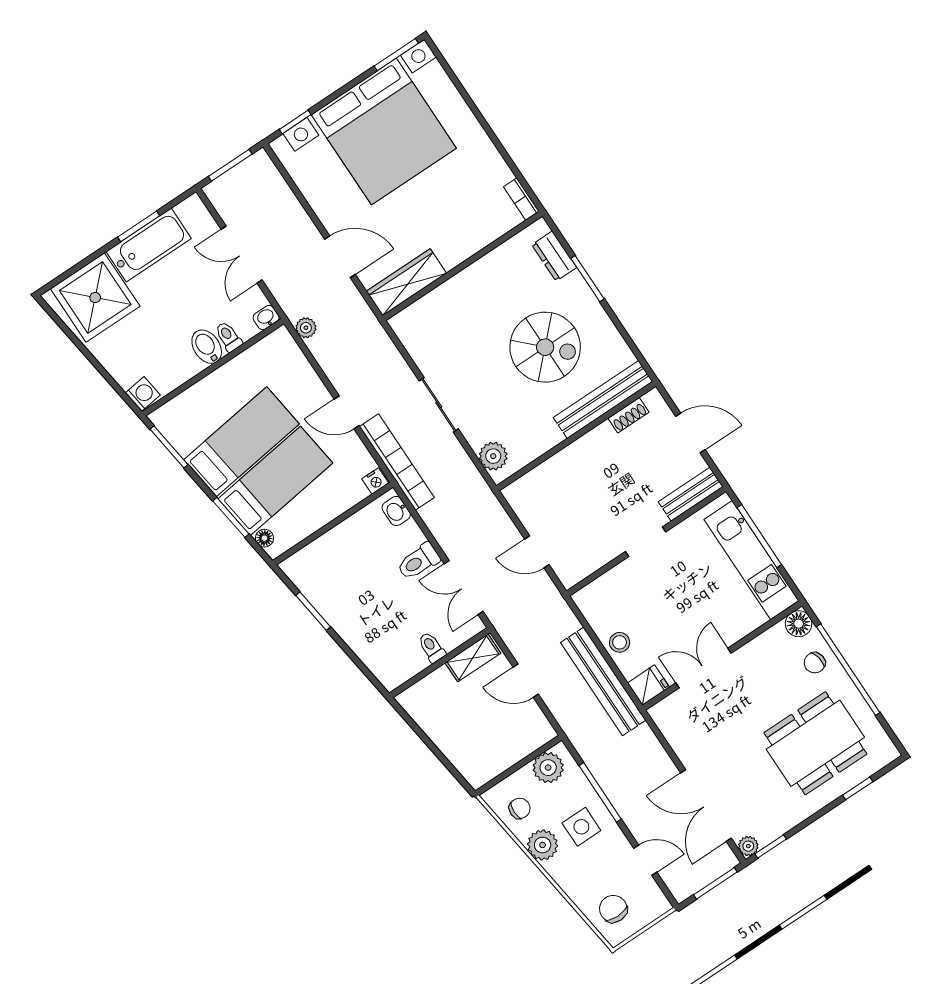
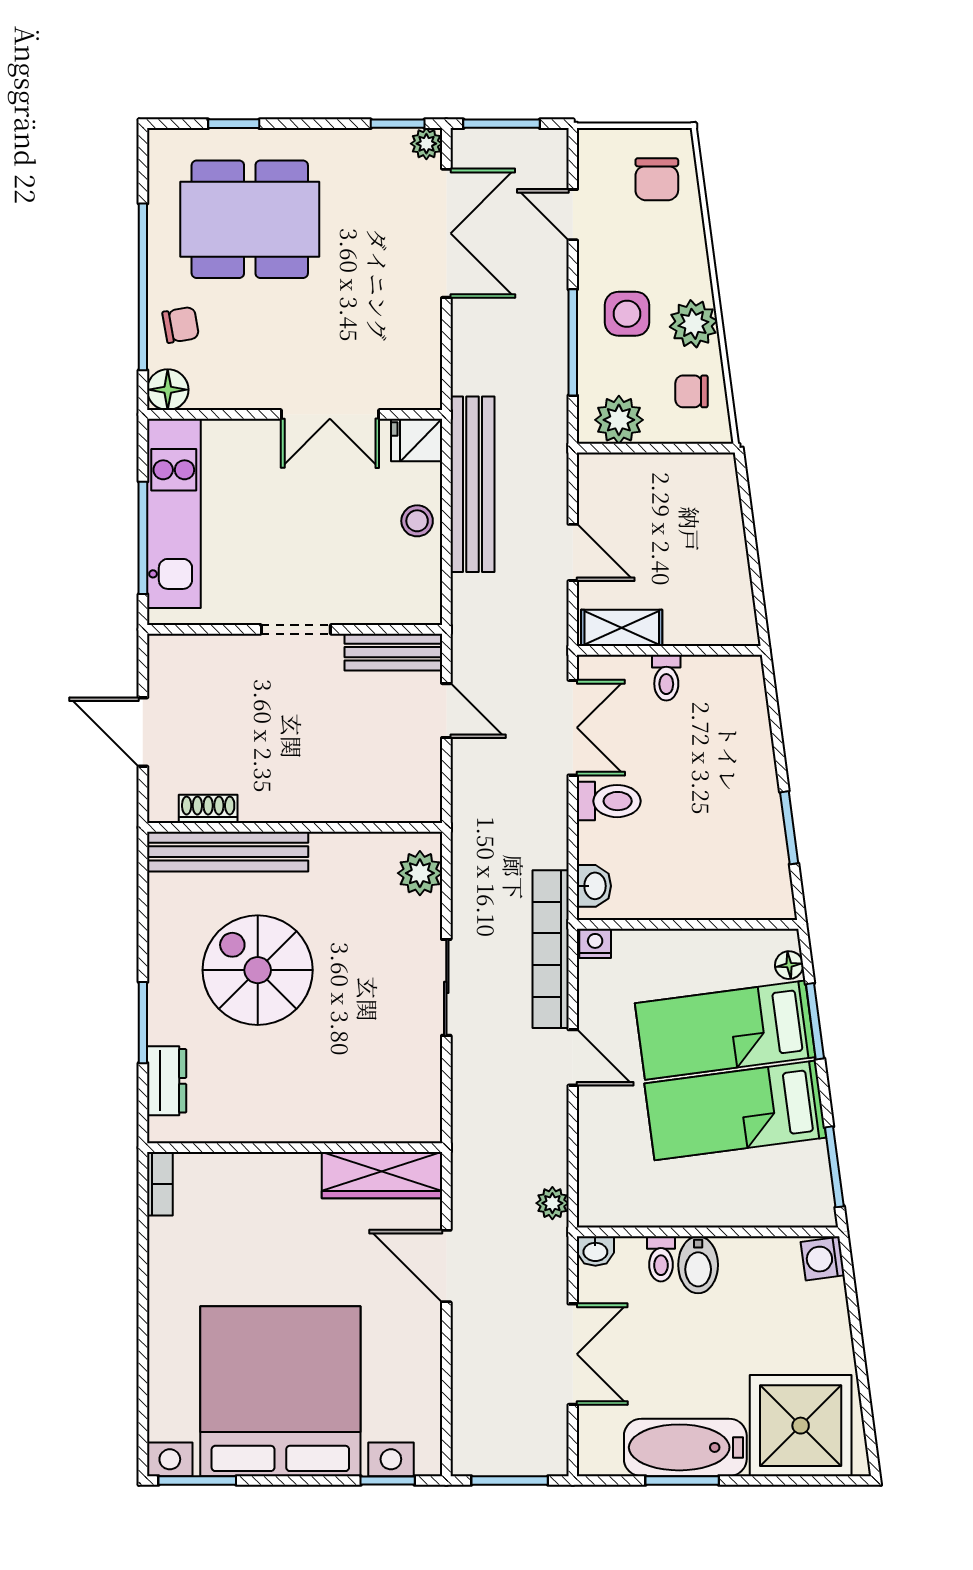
bench: (691, 494) -> (393, 652), moved

